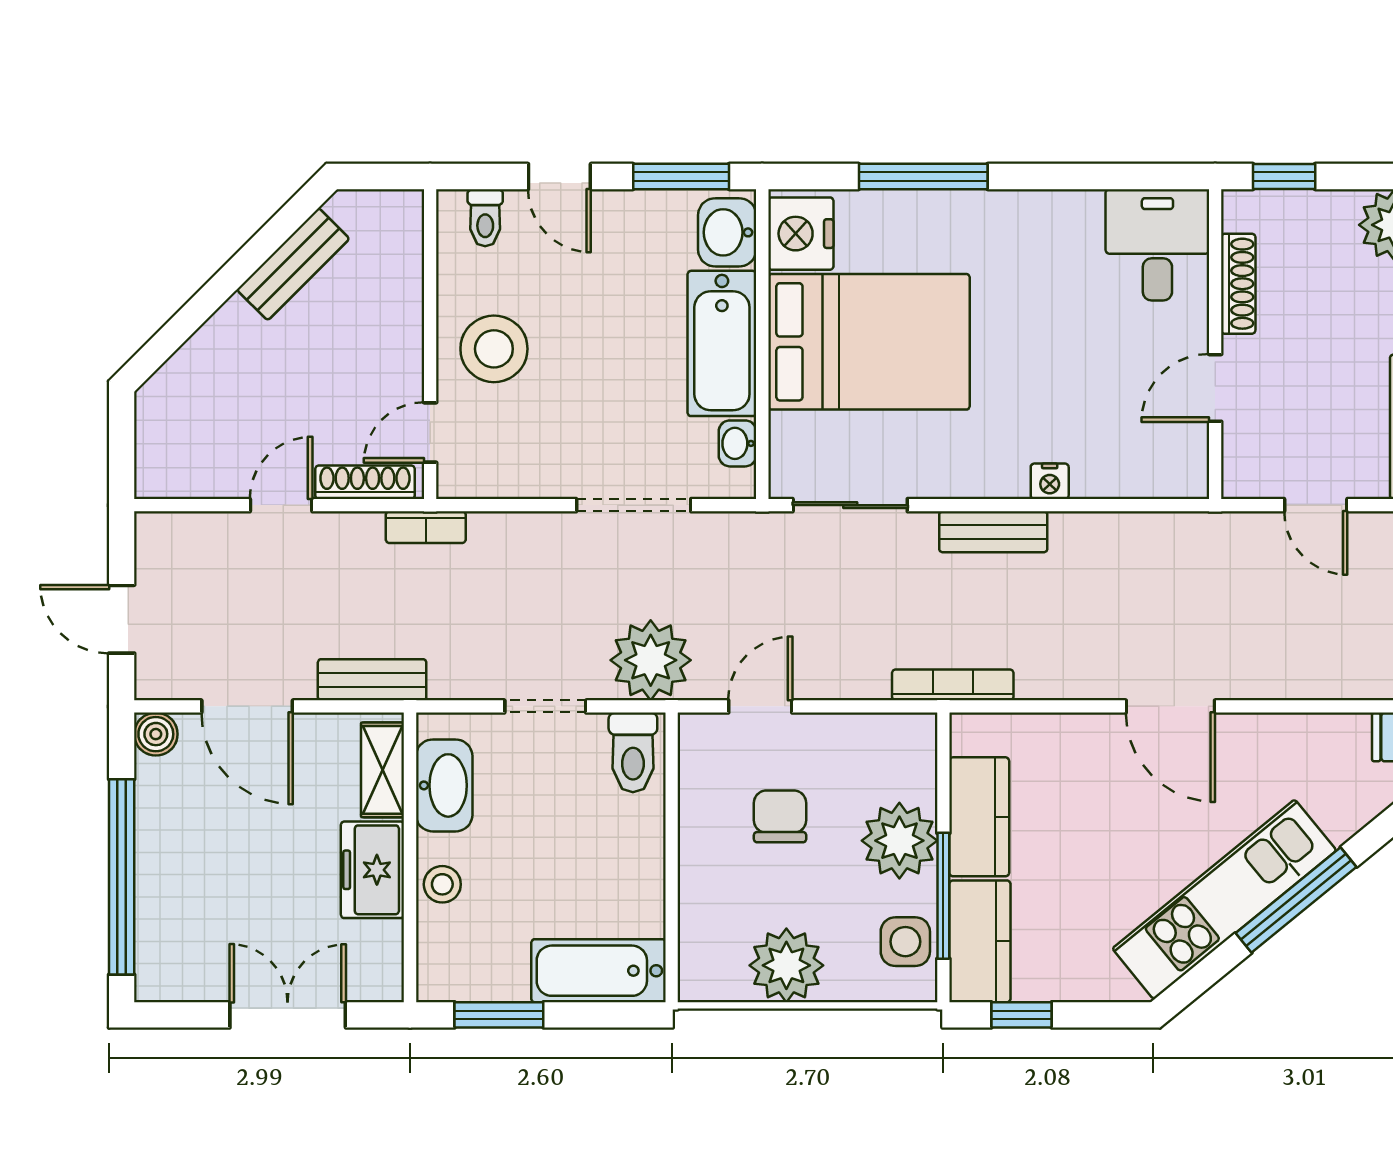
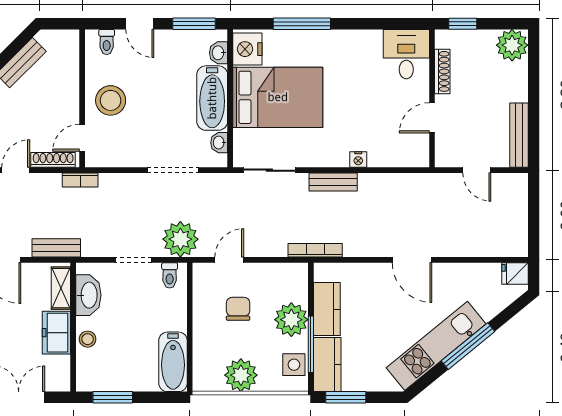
washbasin: (727, 232) -> (219, 53), width x0.72, depth x0.69
toilet: (633, 752) -> (170, 275), width x0.73, depth x0.72
bathtub: (599, 971) -> (173, 362), moved, turned -90
window: (1021, 1015) -> (346, 397), width x1.50

